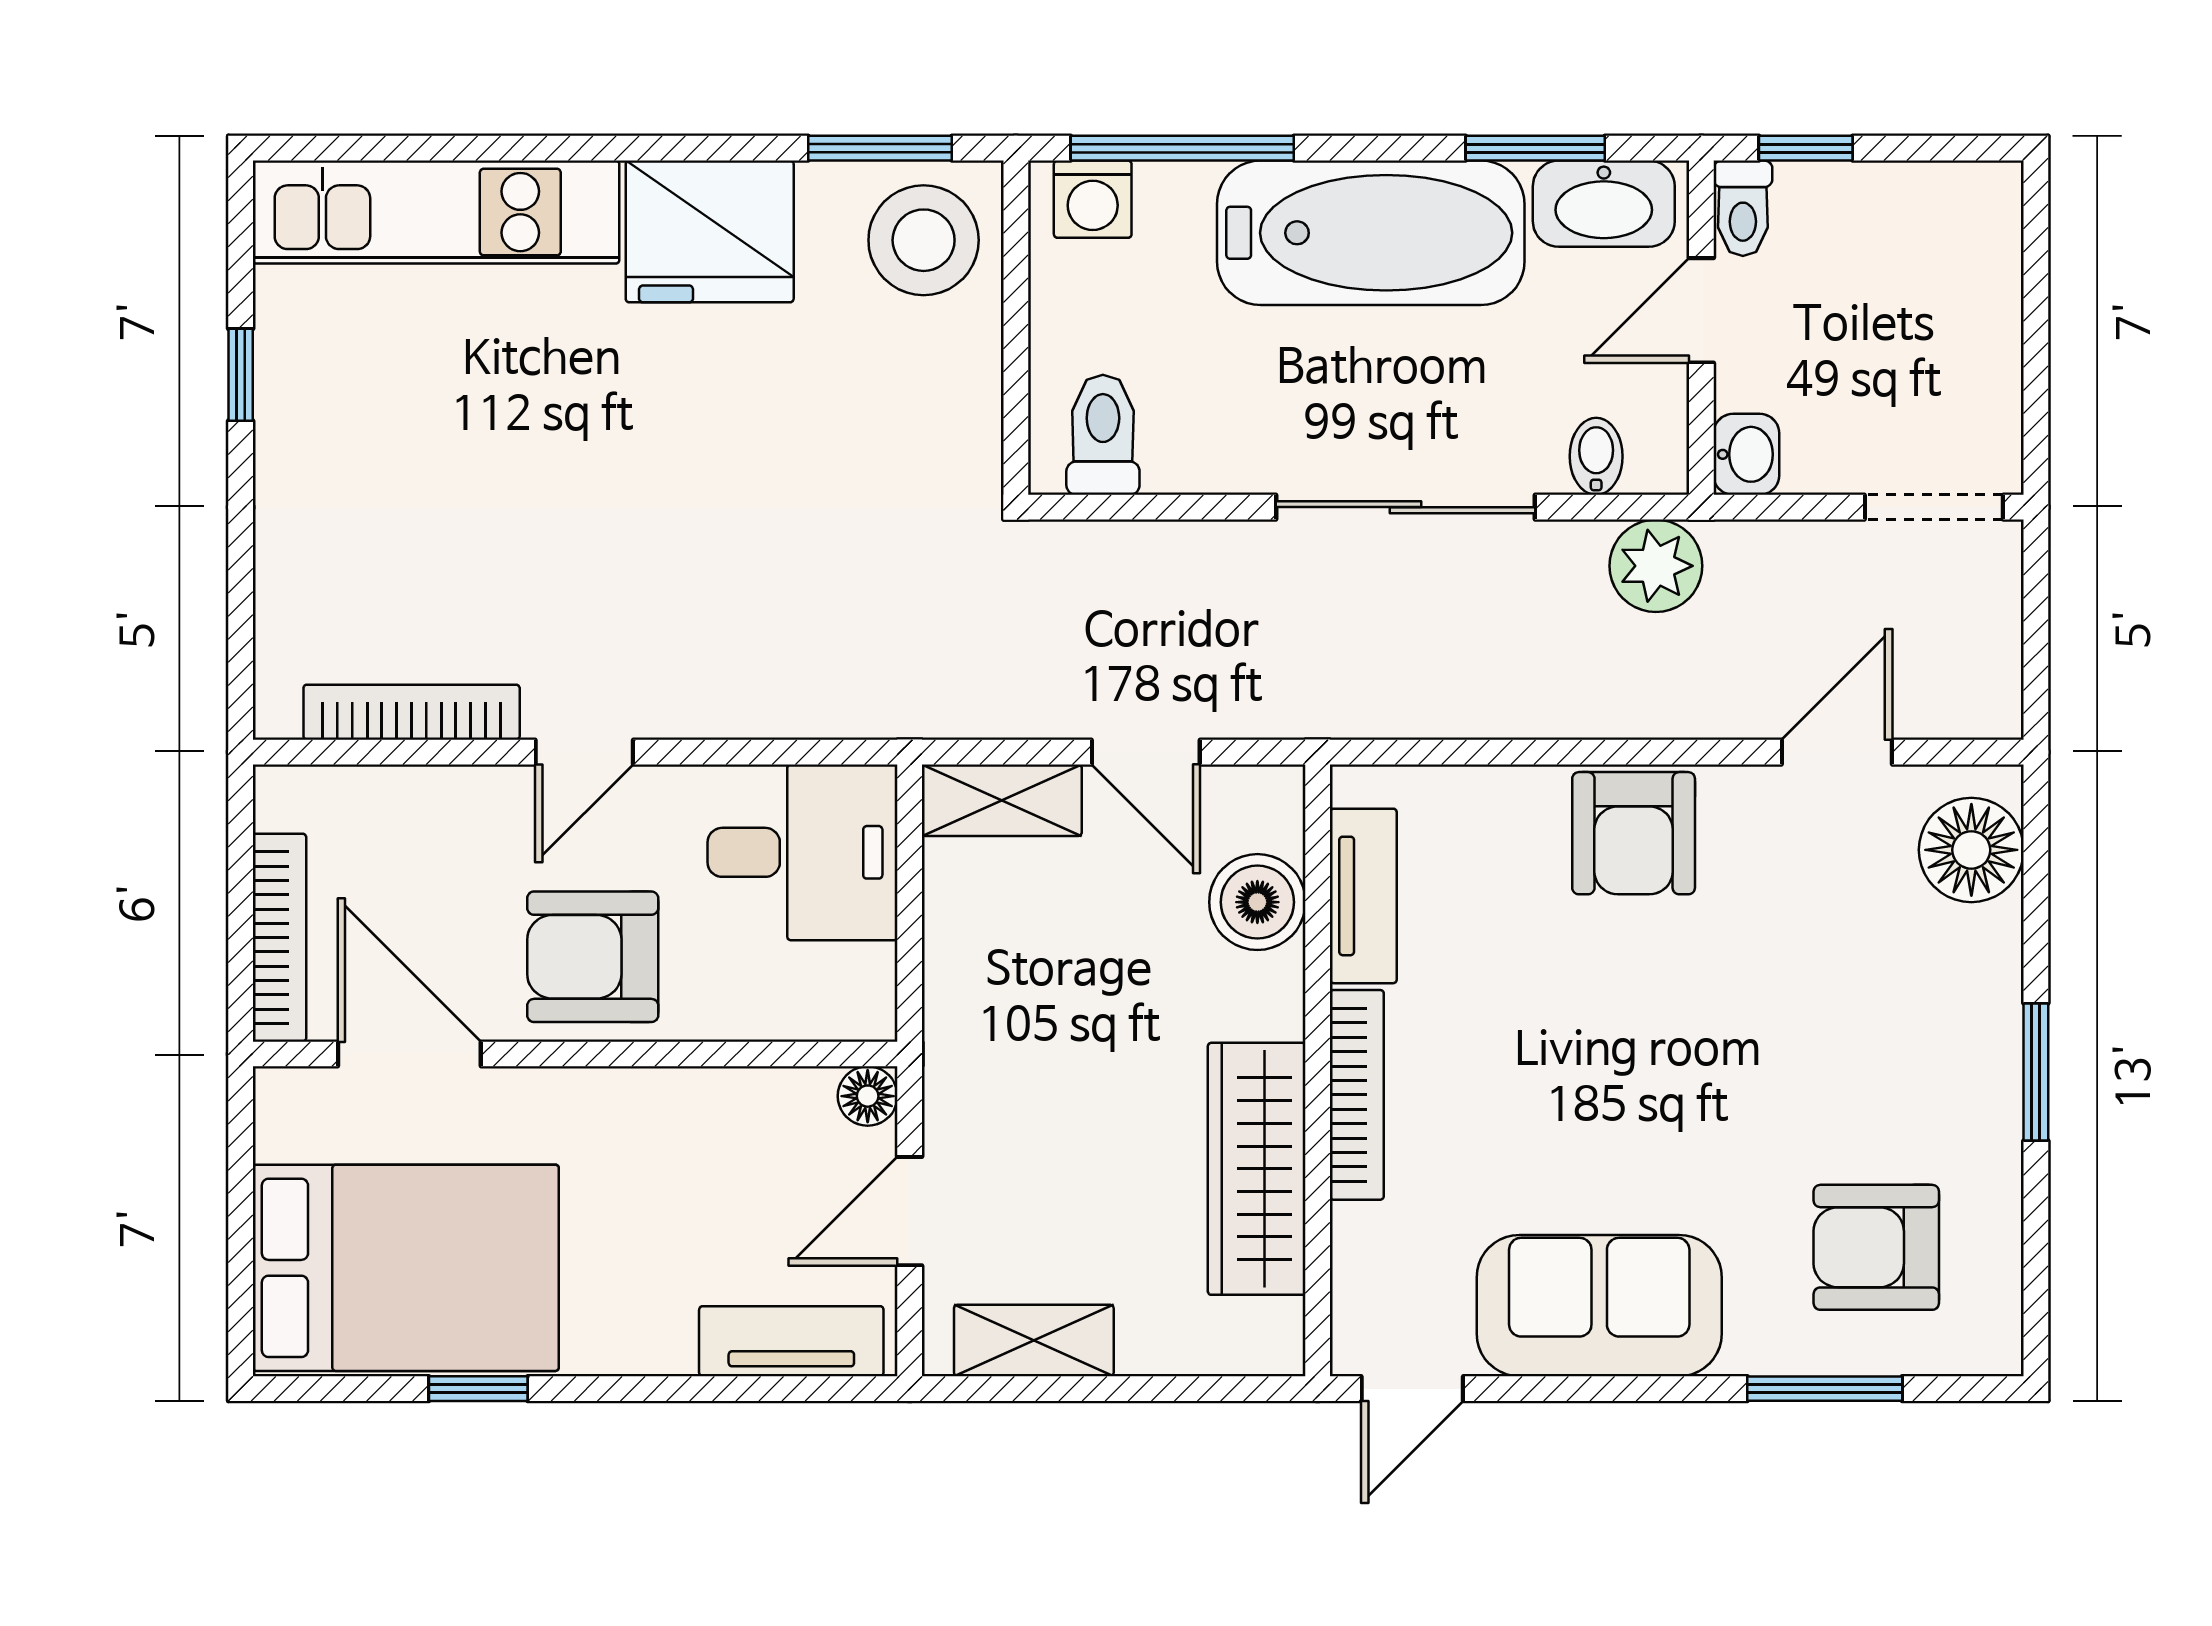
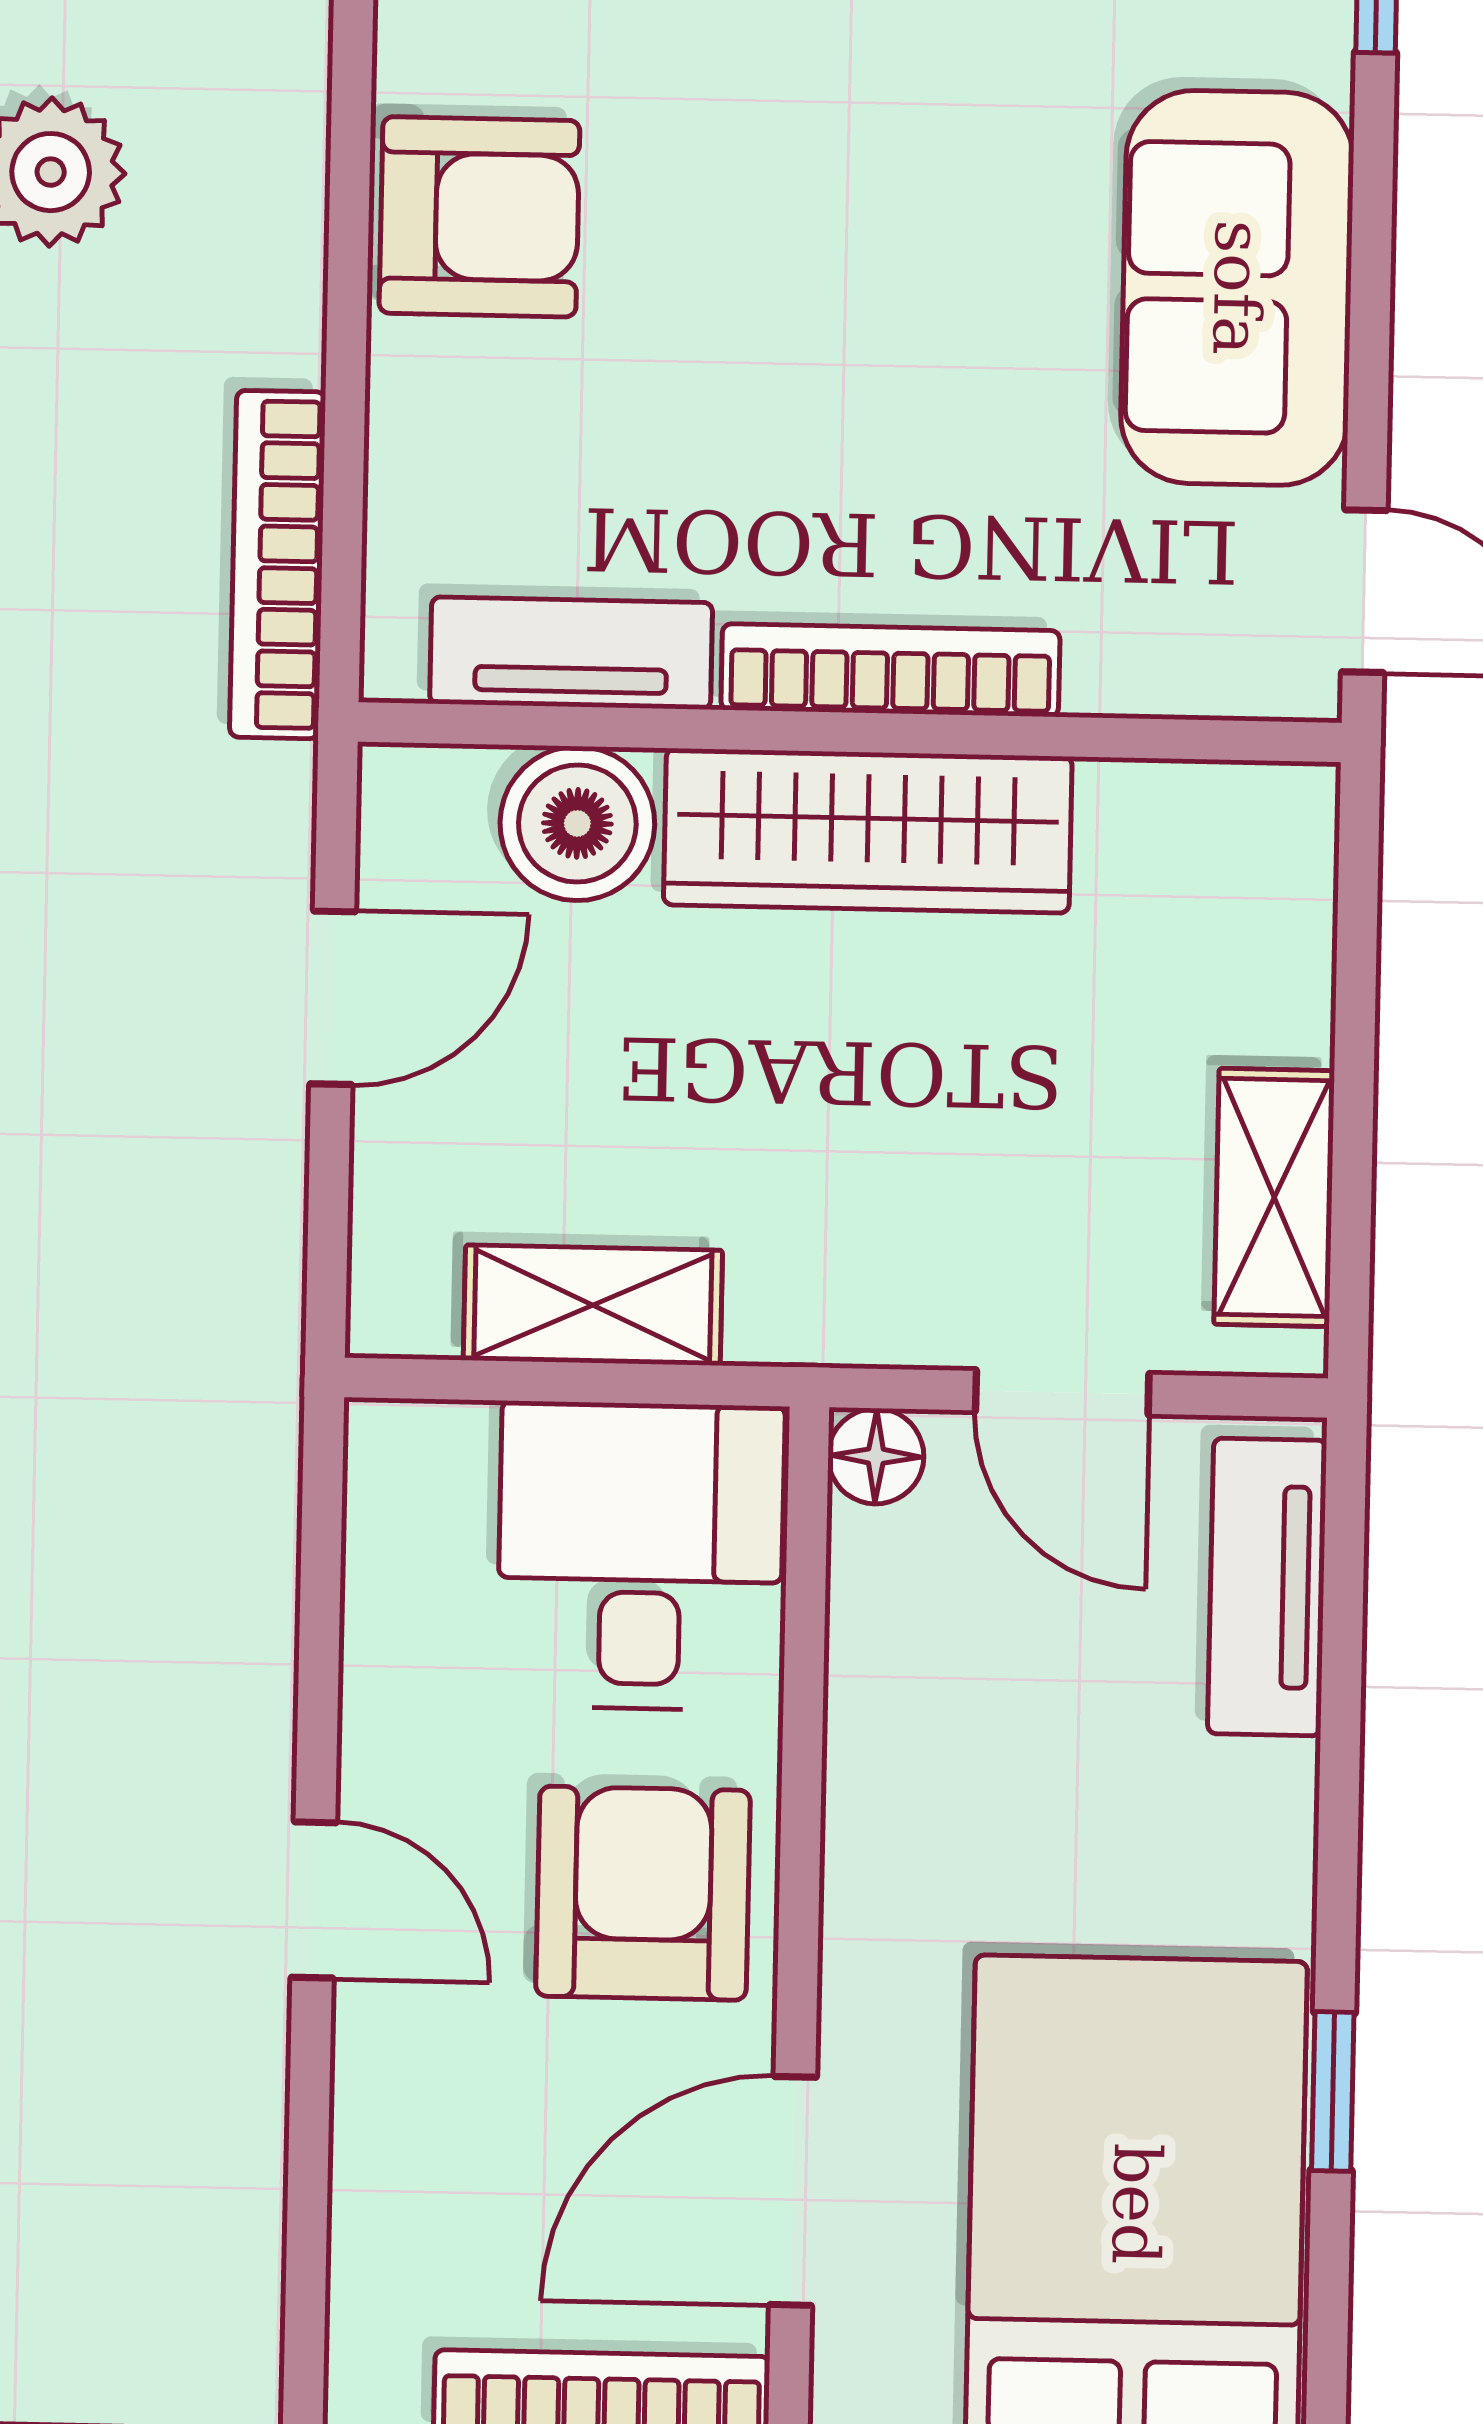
bookcase: (412, 712) -> (278, 565), moved
shelving: (1002, 800) -> (593, 1305), moved, turned 90
desk: (803, 852) -> (641, 1556), moved
armchair: (593, 957) -> (643, 1893), turned 180
wardrobe: (1257, 1169) -> (868, 831), moved

